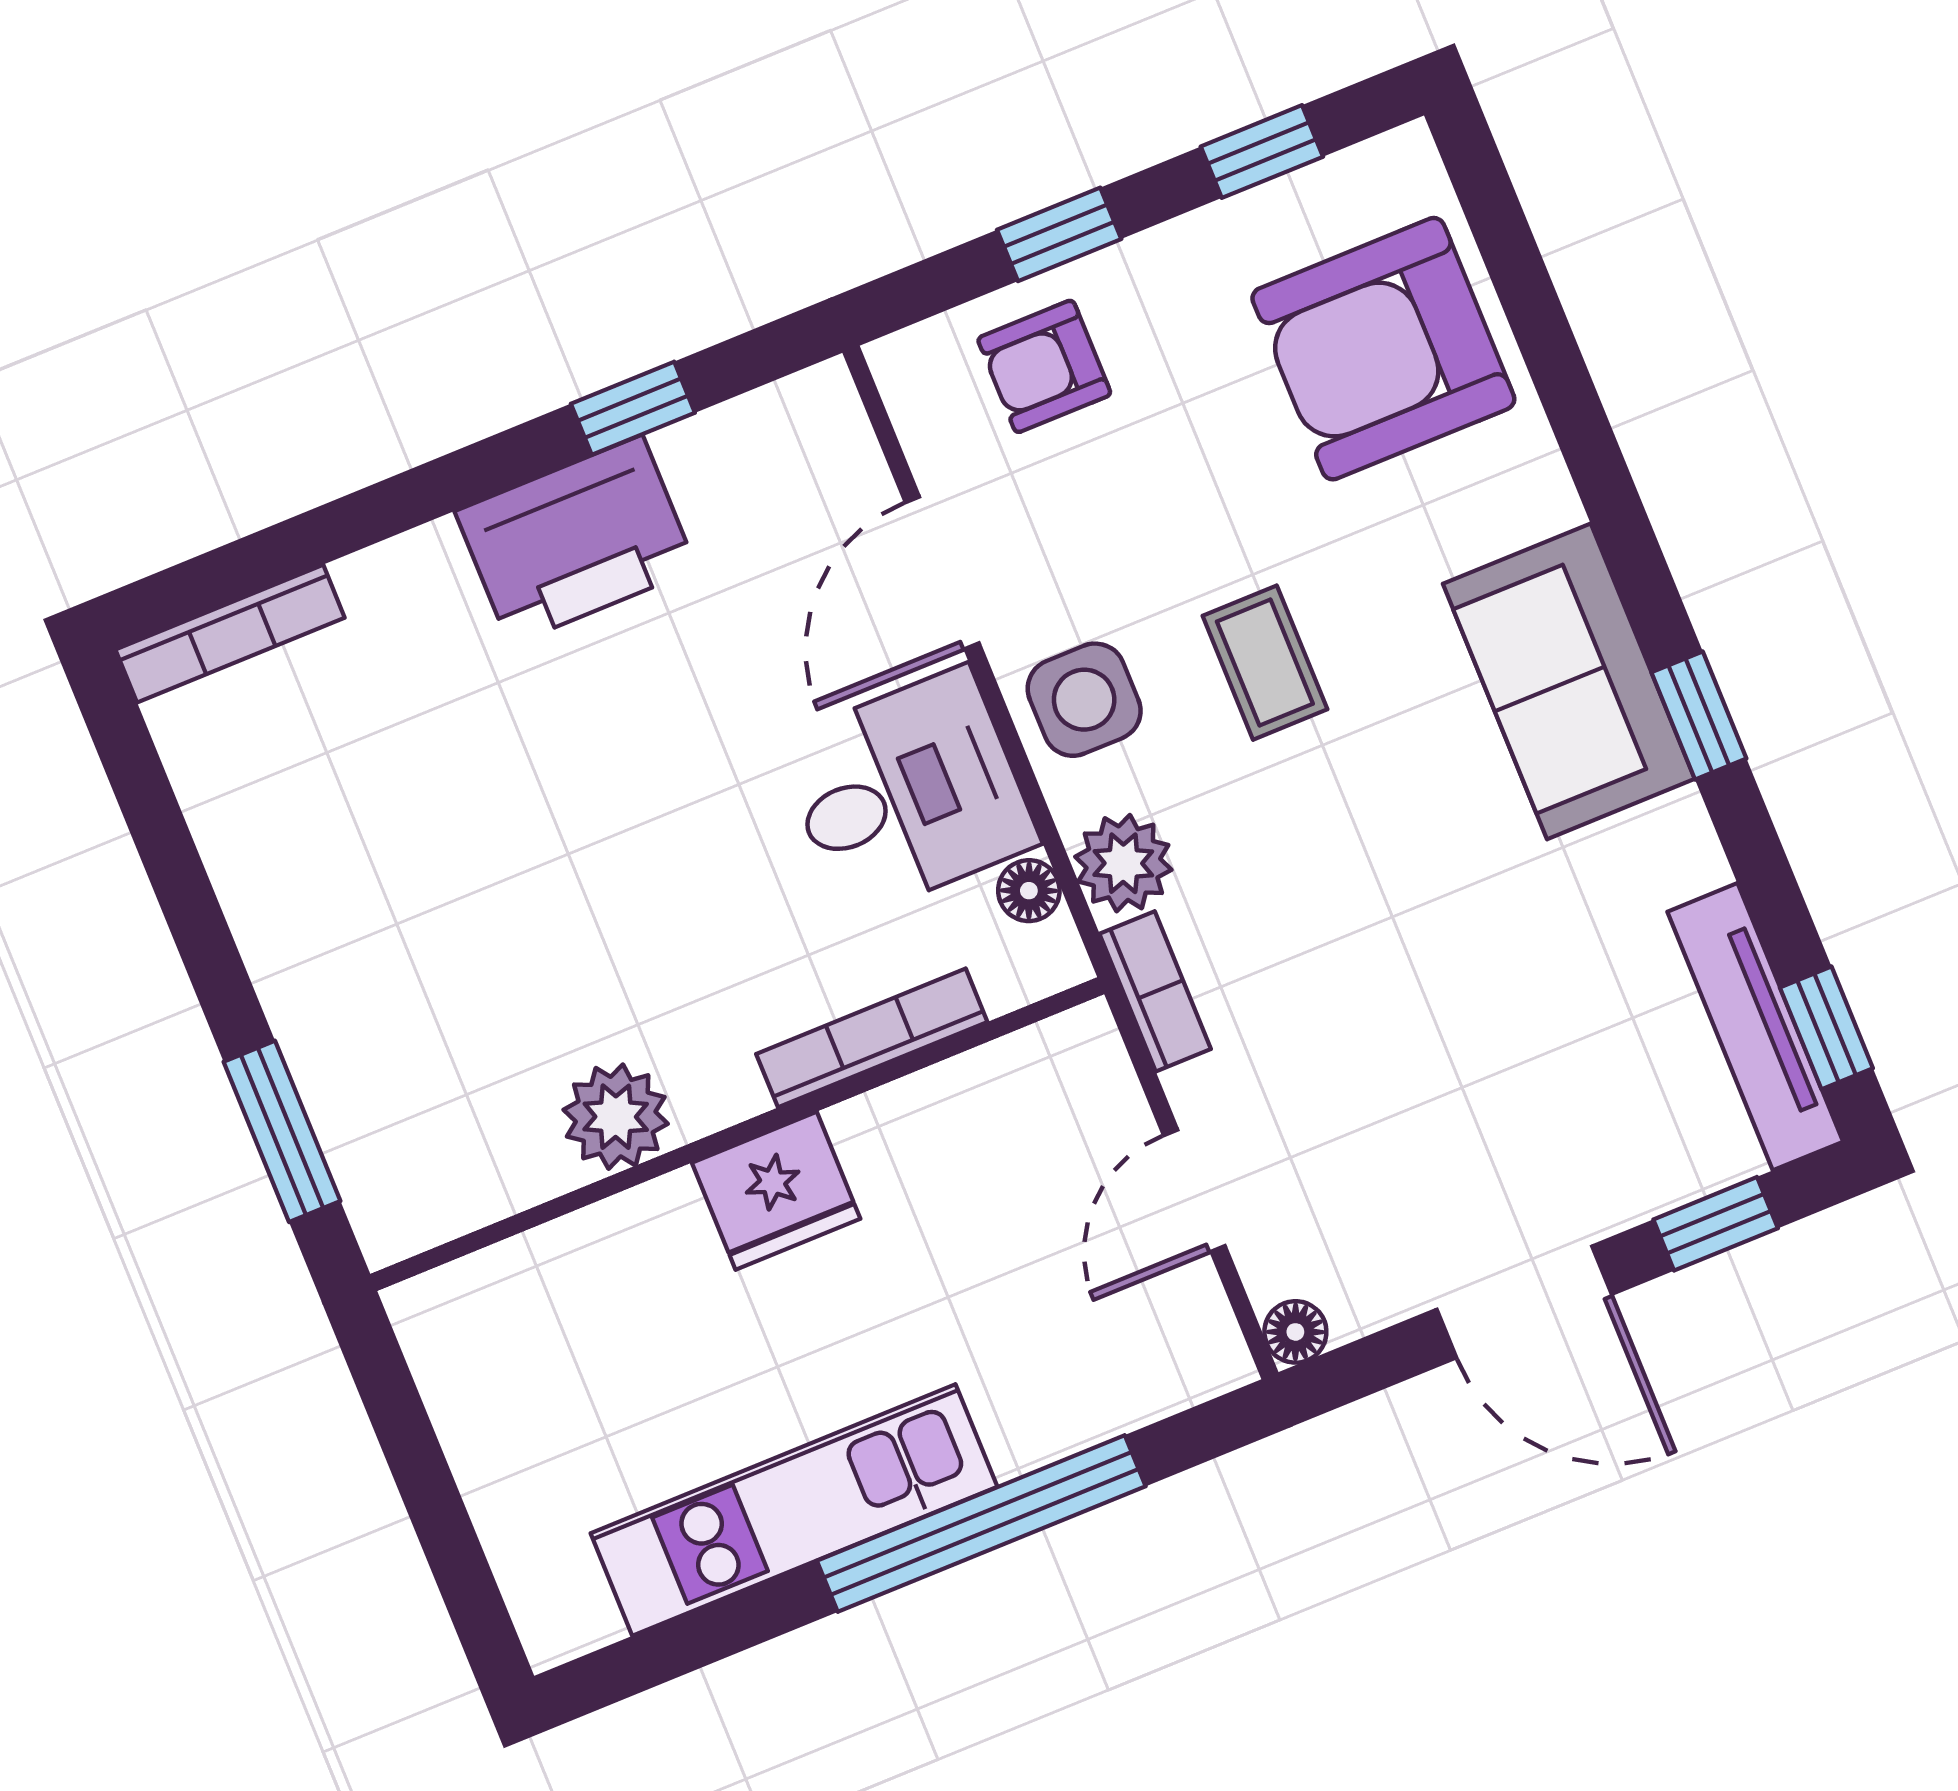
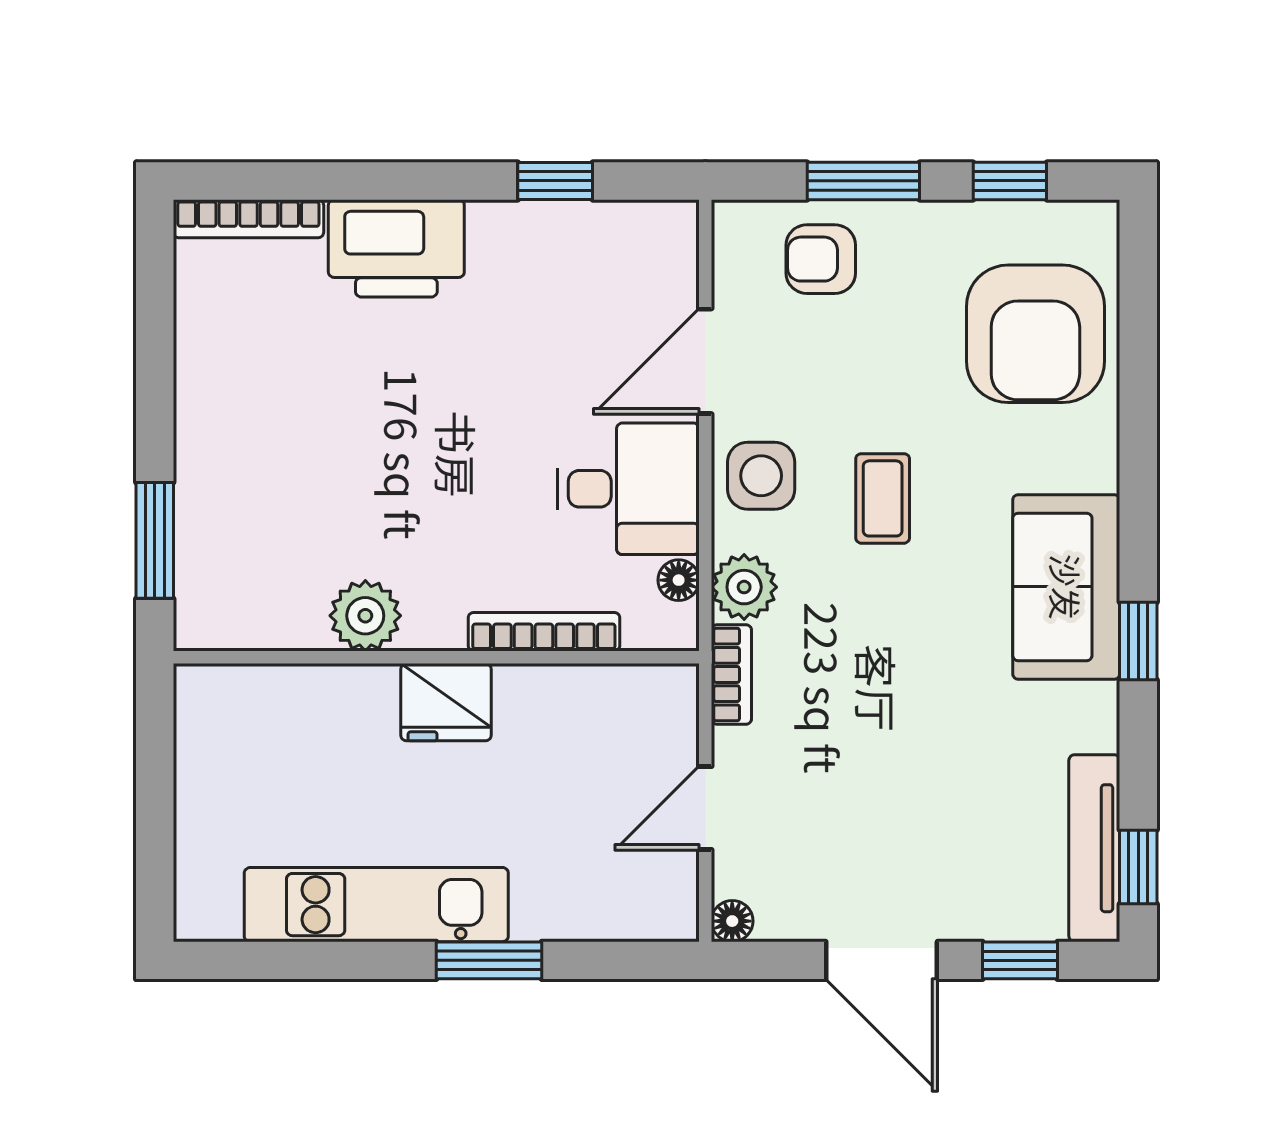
window: (1059, 234) -> (863, 181), width x1.50
armchair: (1383, 349) -> (1035, 334), turned -90
printer: (576, 540) -> (396, 248), moved
window: (981, 1523) -> (489, 960), width x0.47

